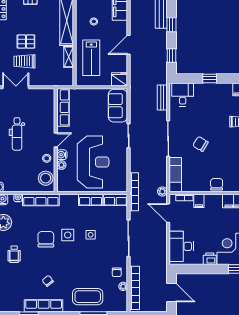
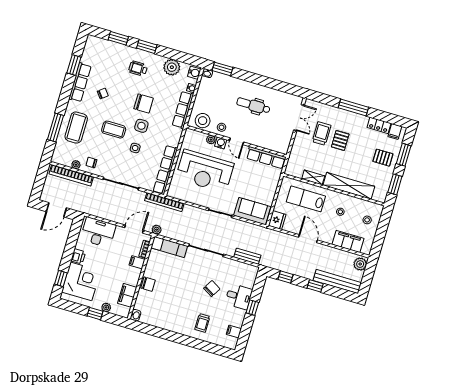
desk: (183, 94) -> (239, 297), moved
chair: (200, 144) -> (212, 289), moved
coffee table: (79, 260) -> (114, 130), added

